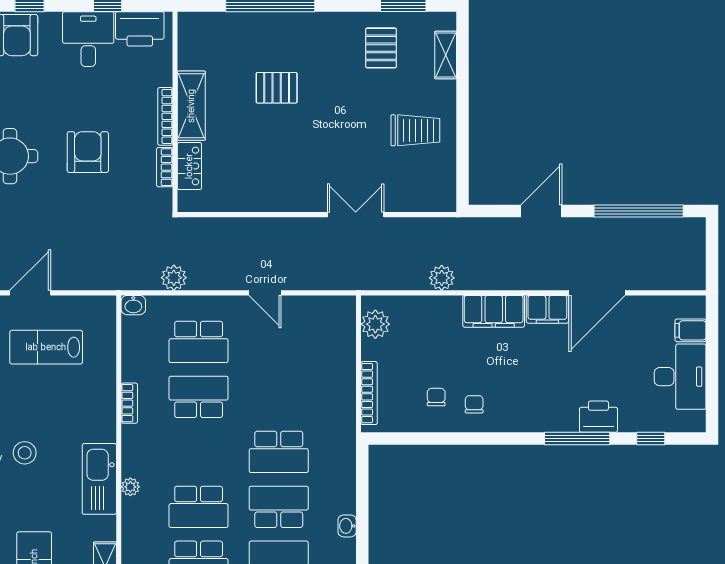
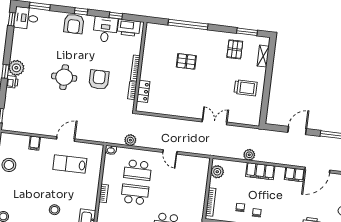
shelving: (191, 106) -> (147, 65), removed
filing cabinet: (494, 311) -> (260, 171), moved

